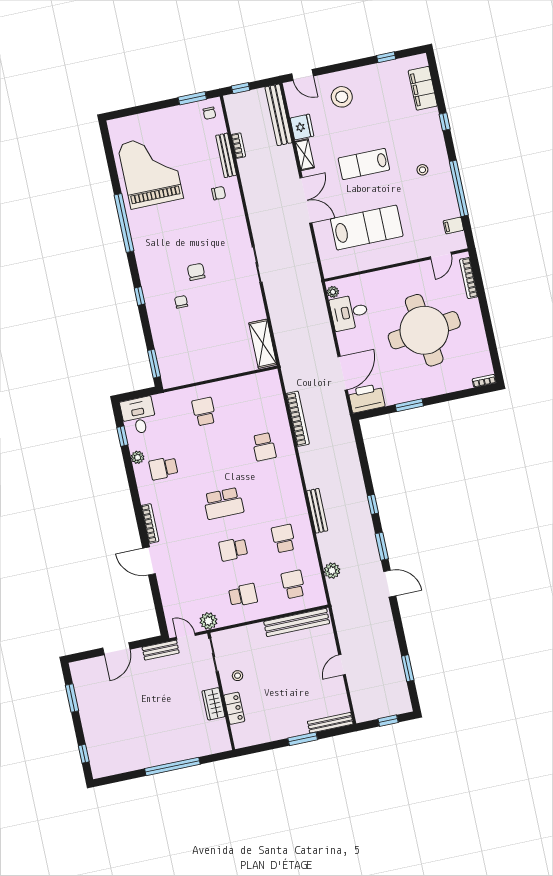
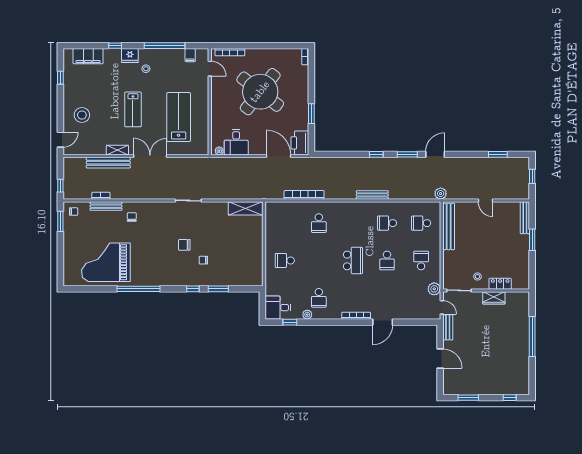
bench: (278, 115) -> (108, 163), moved
fridge: (302, 127) -> (130, 56), moved, turned 180
round table: (424, 330) -> (260, 92), turned 45
window: (154, 364) -> (218, 289), moved
school desk: (264, 447) -> (319, 223), turned 90
plant: (332, 571) -> (441, 194), moved
door: (186, 636) -> (442, 307), swing flipped

